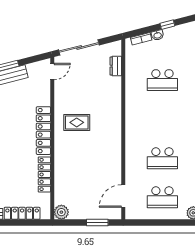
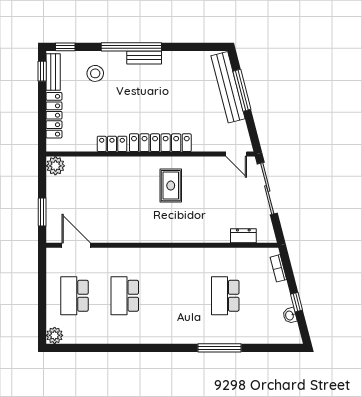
washbasin: (157, 35) -> (290, 315), moved
locker: (44, 174) -> (112, 144), width x0.66

